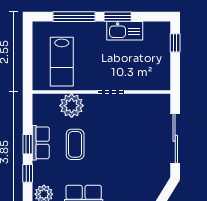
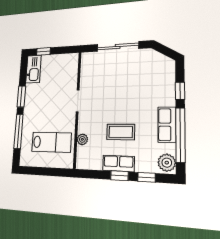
kitchen sink: (125, 31) -> (33, 69), moved
plant: (72, 106) -> (82, 139), width x0.53, depth x0.53

